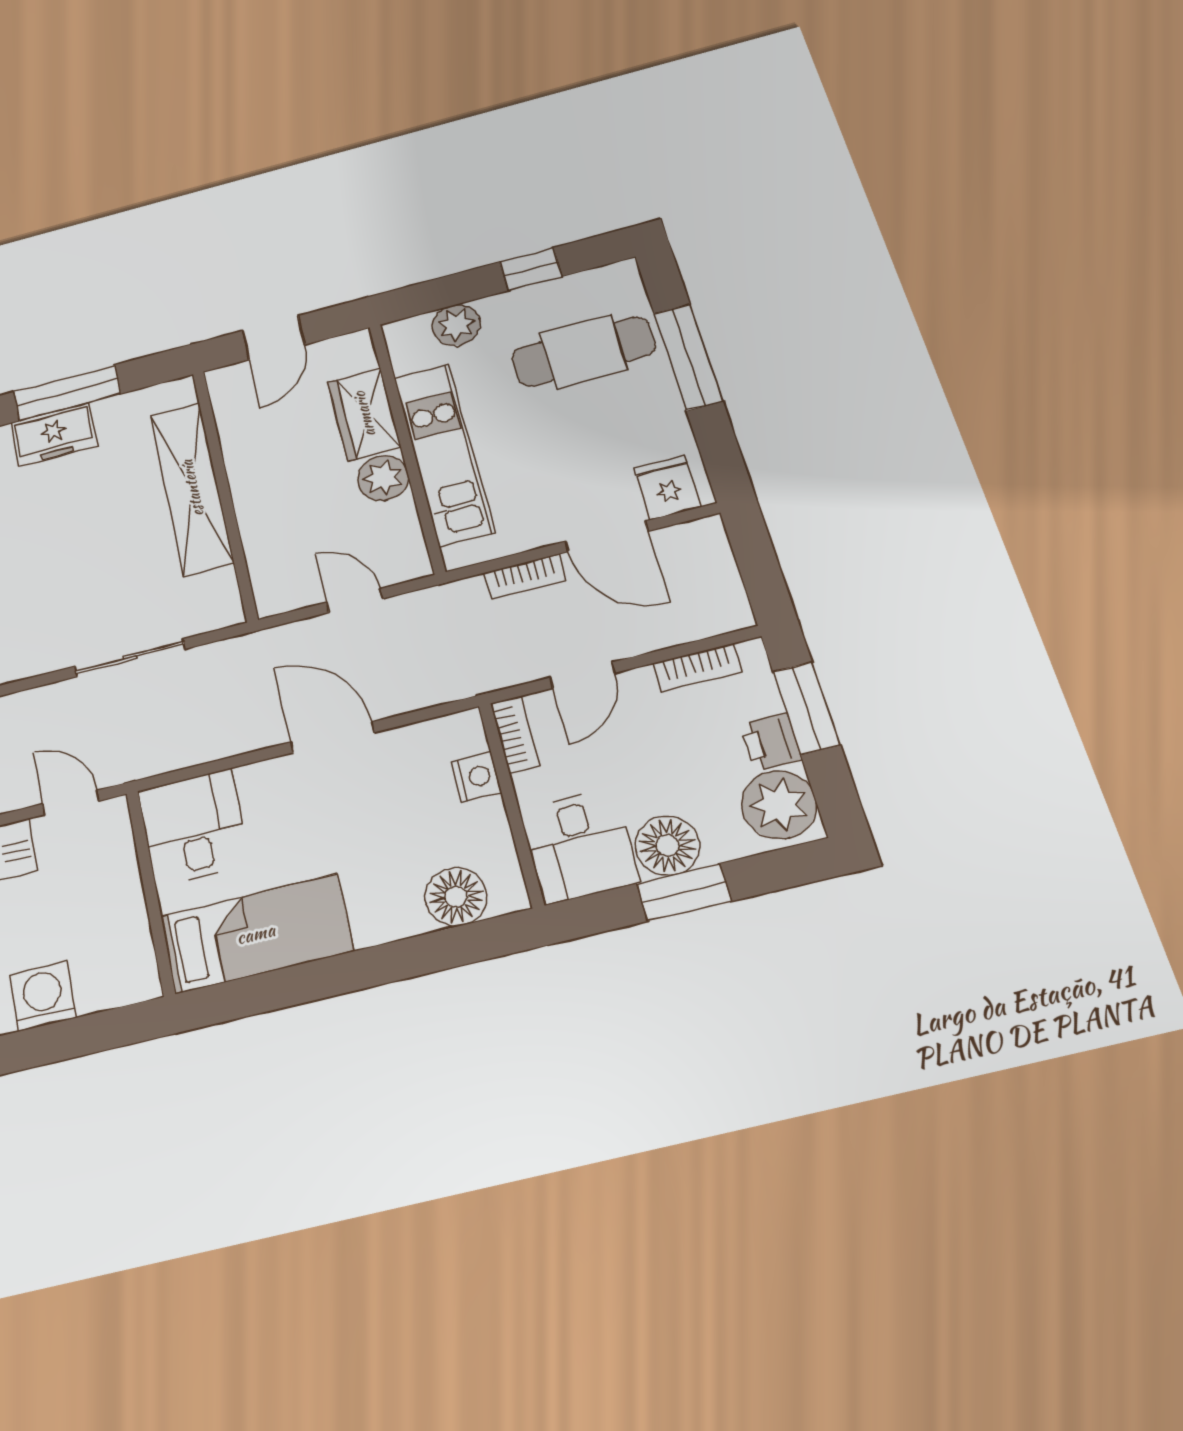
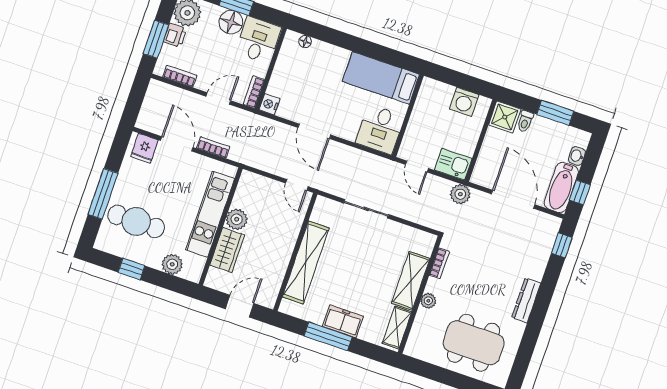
door: (355, 600) -> (297, 185), moved
nightstand: (476, 777) -> (269, 104), moved
floor lamp: (456, 897) -> (305, 42), width x0.53, depth x0.53

